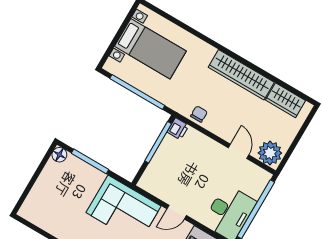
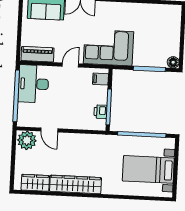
chair: (199, 114) -> (91, 142), removed
printer: (178, 129) -> (100, 112), moved
filing cabinet: (151, 179) -> (101, 79), added

